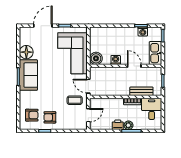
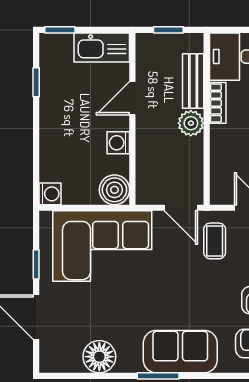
washing machine: (143, 31) -> (50, 194), moved
sofa: (28, 75) -> (180, 352), moved
door: (88, 86) -> (181, 208), hinge flipped
plant: (124, 90) -> (191, 123), added

